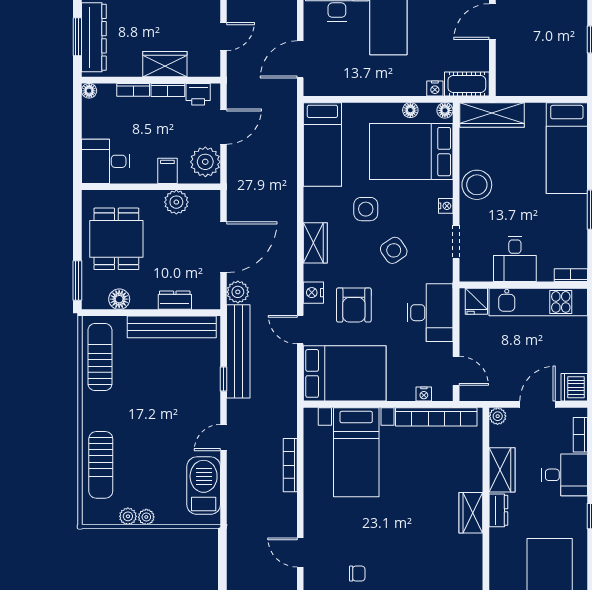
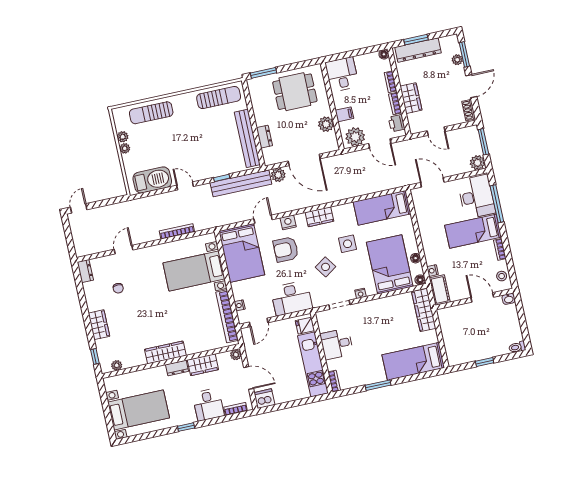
stool: (477, 185) -> (378, 310), removed
floor lamp: (119, 299) -> (257, 102), removed
wardrobe: (471, 513) -> (165, 352), width x1.50

